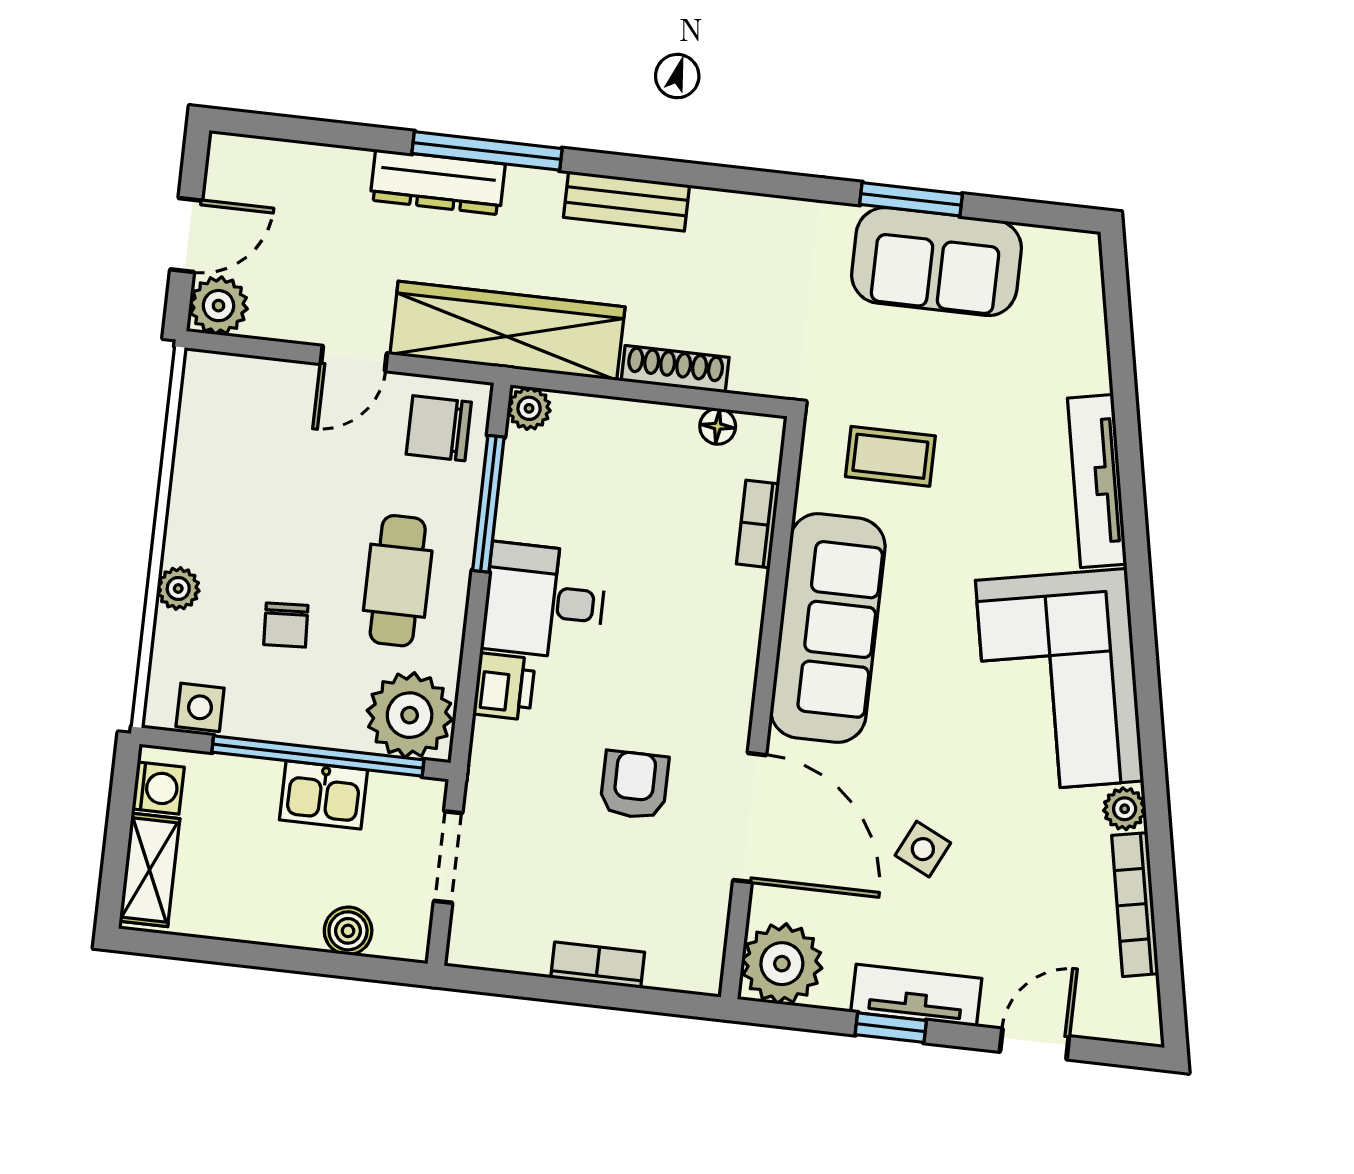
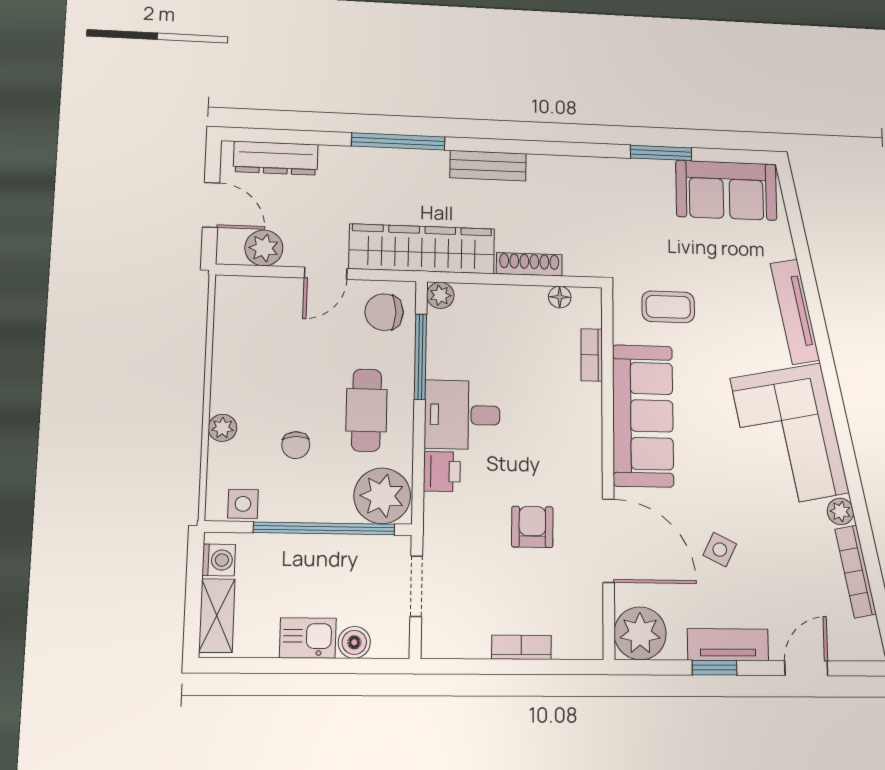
dresser: (438, 182) -> (276, 158), moved
door: (186, 235) -> (211, 205), hinge flipped
sofa: (936, 262) -> (726, 190), moved
plant: (219, 306) -> (264, 248), moved
kitchen sink: (323, 795) -> (308, 638), moved, turned 180

